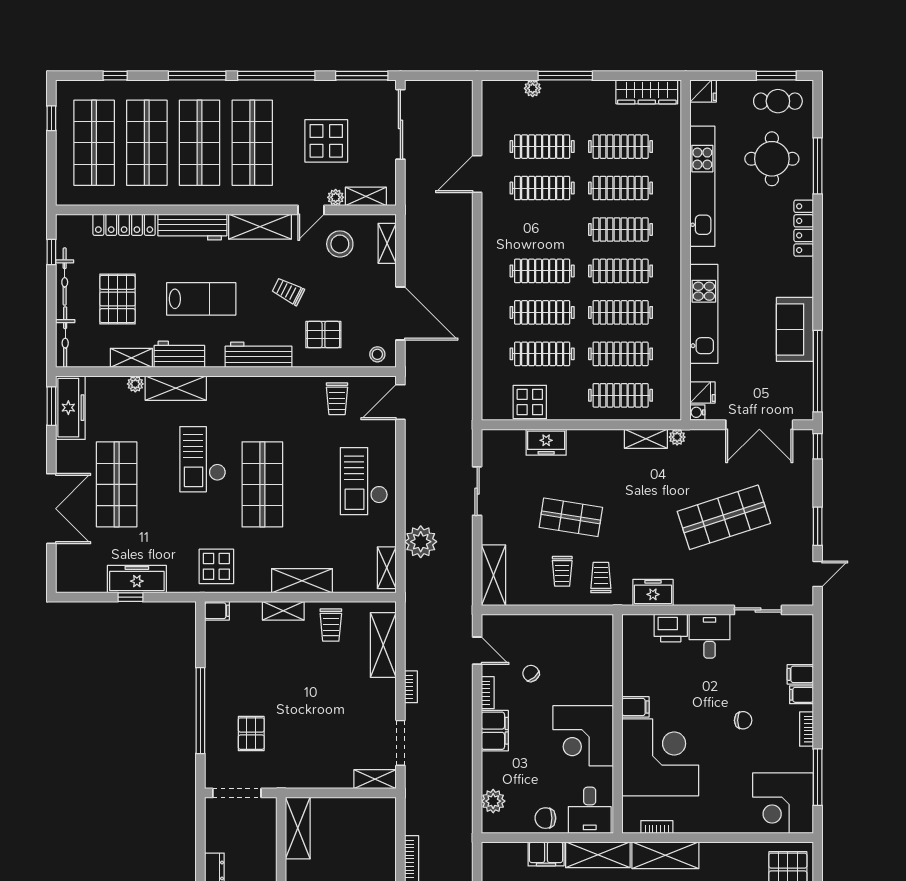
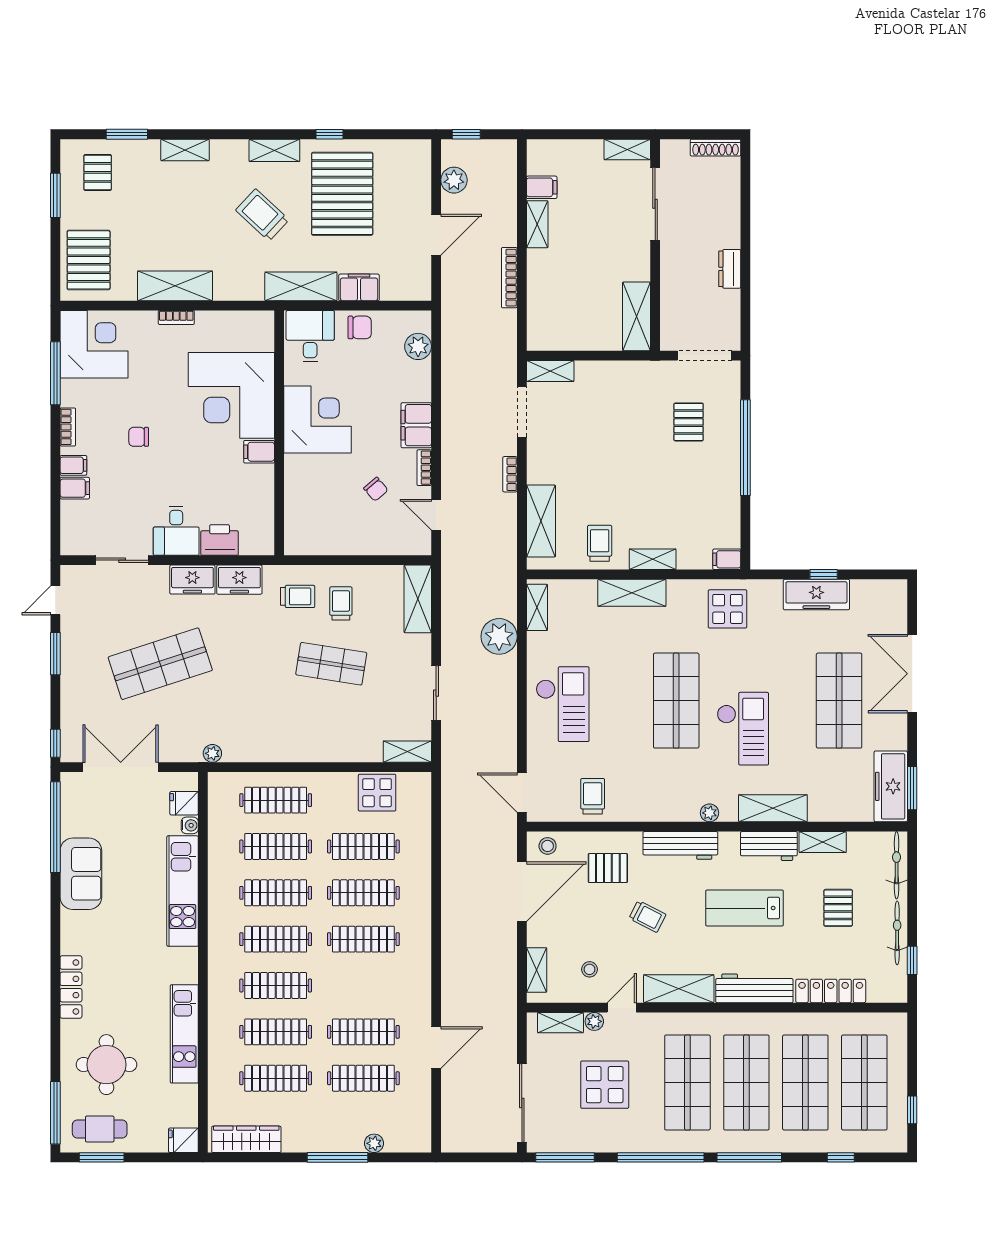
window: (818, 166) -> (55, 1113), moved
kitchen unit: (702, 186) -> (184, 1034), width x0.73
stool: (340, 244) -> (590, 969), width x0.53, depth x0.53
pallet: (117, 299) -> (838, 908), width x0.67, depth x0.71
door: (400, 313) -> (522, 892), swing flipped
plant: (135, 384) -> (710, 813), moved
door: (400, 402) -> (522, 793), swing flipped
water cooler: (697, 412) -> (190, 825), moved
shelving: (646, 439) -> (407, 752), moved
freezer: (546, 442) -> (192, 580), moved, turned 180
trolley: (601, 577) -> (298, 596), turned -90
bookcase: (657, 827) -> (176, 317), moved
shelving: (665, 855) -> (175, 286), moved

